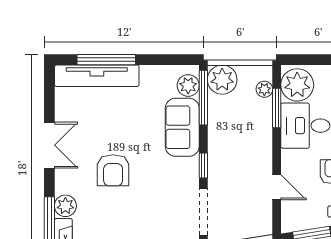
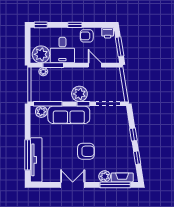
plant: (222, 80) -> (79, 94), moved
sofa: (182, 127) -> (69, 115), width x1.36
door: (277, 187) -> (95, 65), hinge flipped

